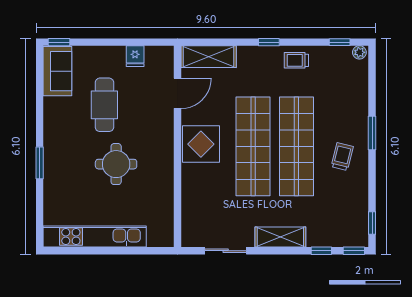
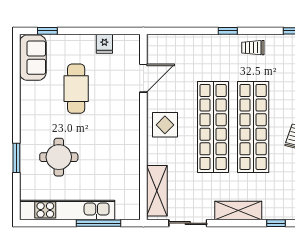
window: (59, 42) -> (47, 31), moved
shelving: (209, 57) -> (157, 191), moved, turned 90
display table: (201, 144) -> (165, 125), width x0.73, depth x0.73
window: (40, 163) -> (16, 158), moved
round table: (116, 164) -> (59, 157), moved
window: (129, 251) -> (99, 223), added

